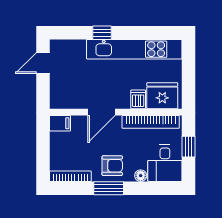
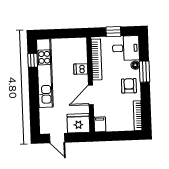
window: (102, 33) -> (33, 60), moved
fridge: (162, 96) -> (78, 123), moved, turned 90
door: (101, 112) -> (91, 95), swing flipped
window: (109, 188) -> (145, 72), moved

